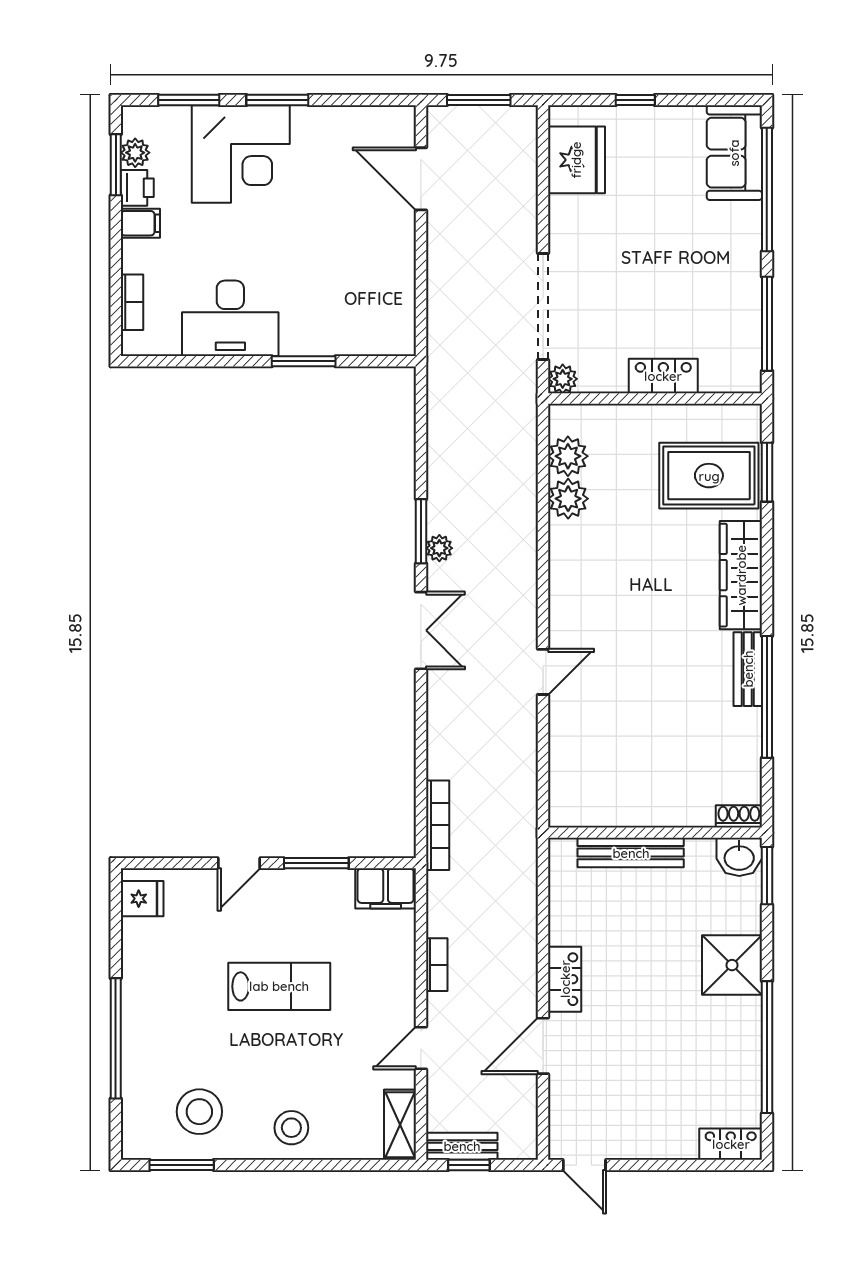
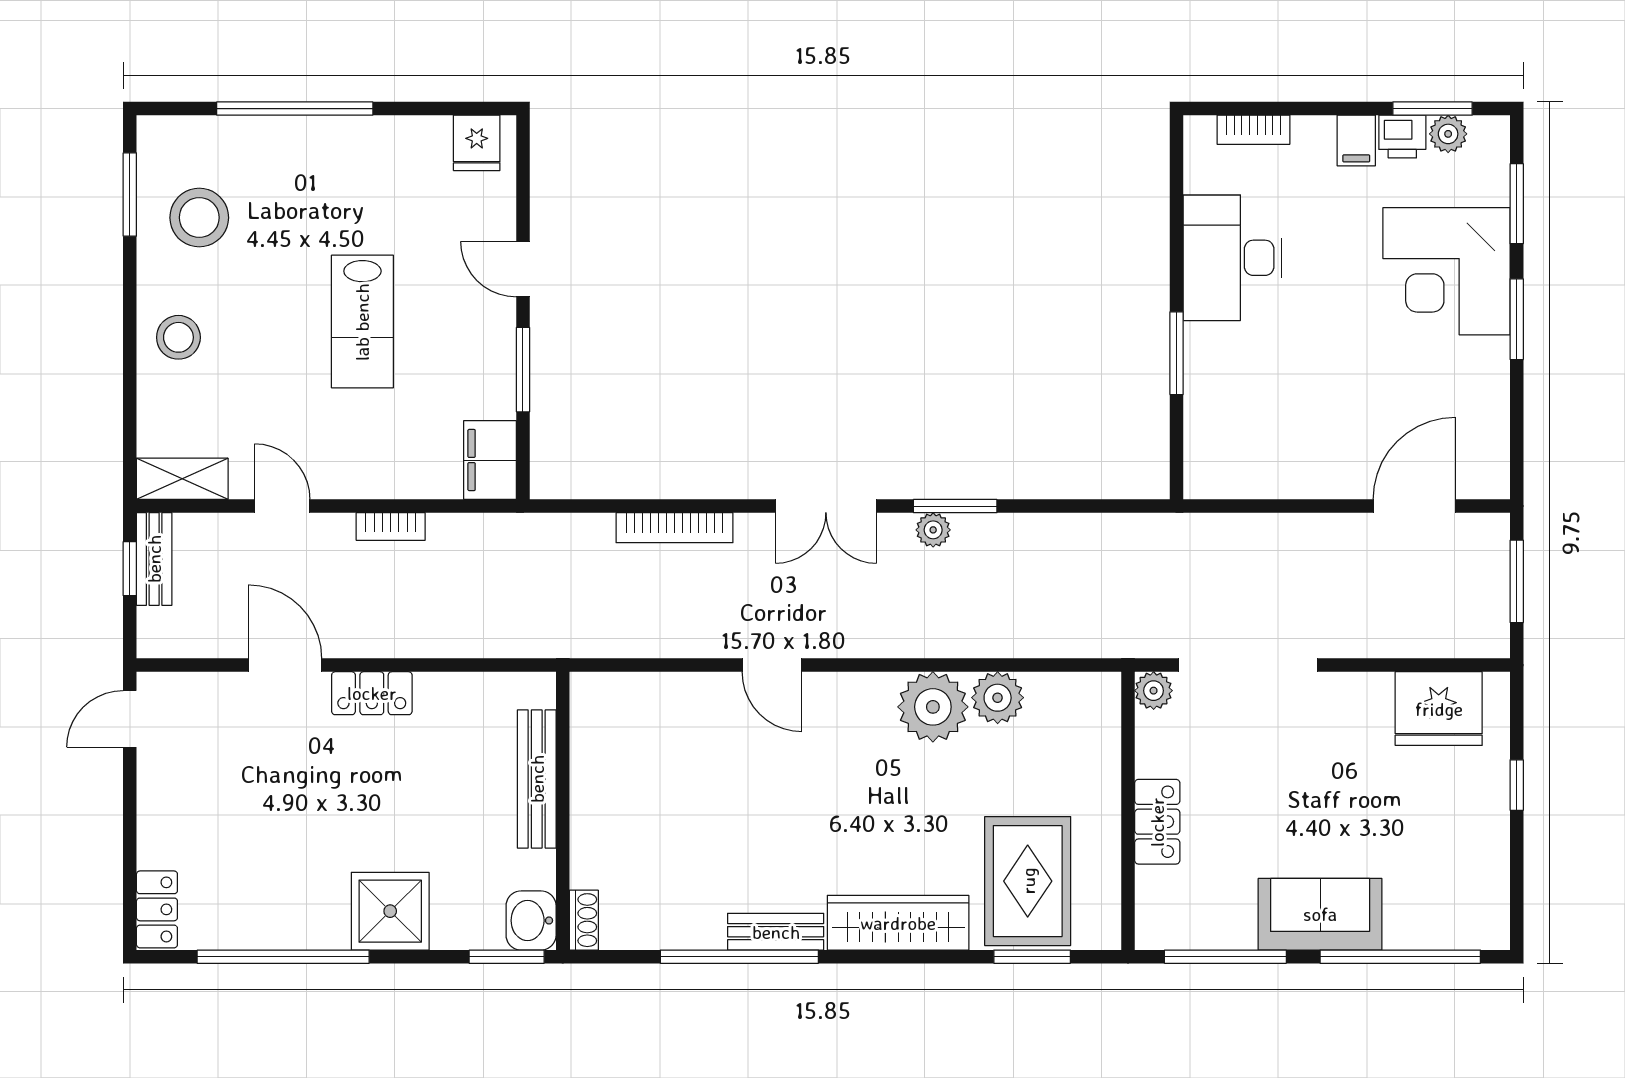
sofa: (734, 153) -> (1320, 914), moved
plant: (568, 456) -> (933, 707), moved, width x1.36, depth x1.36
bookcase: (438, 825) -> (674, 528), moved

